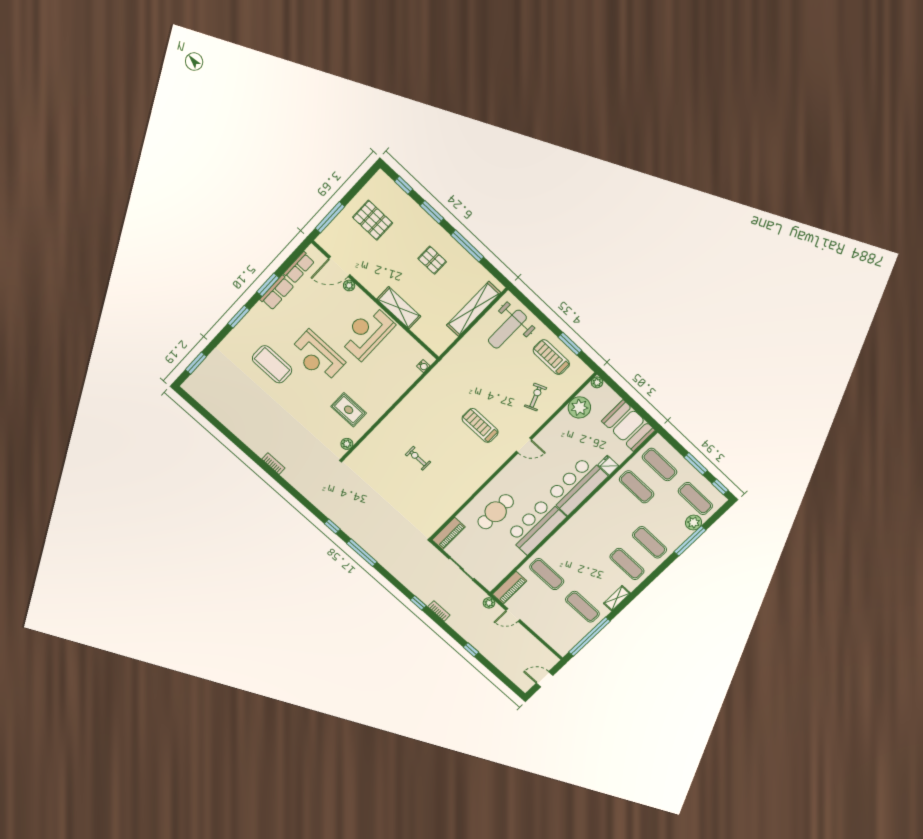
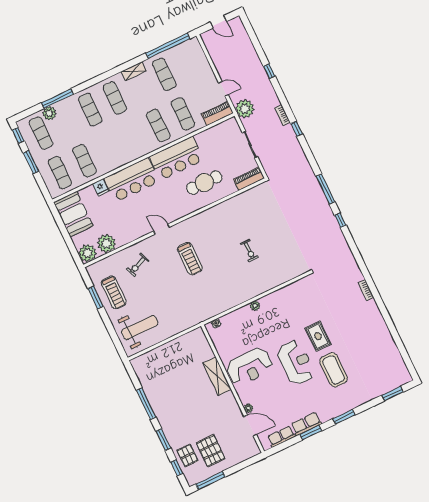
window: (330, 217) -> (211, 480), moved
pallet: (432, 260) -> (188, 456), moved
shelving: (474, 309) -> (160, 353), removed
plant: (597, 382) -> (87, 253), width x1.87, depth x1.87
rug: (349, 410) -> (318, 336), moved
plant: (347, 444) -> (255, 306), moved
exercise mat: (569, 553) -> (158, 126), added
plant: (489, 603) -> (245, 109), width x1.88, depth x1.88

